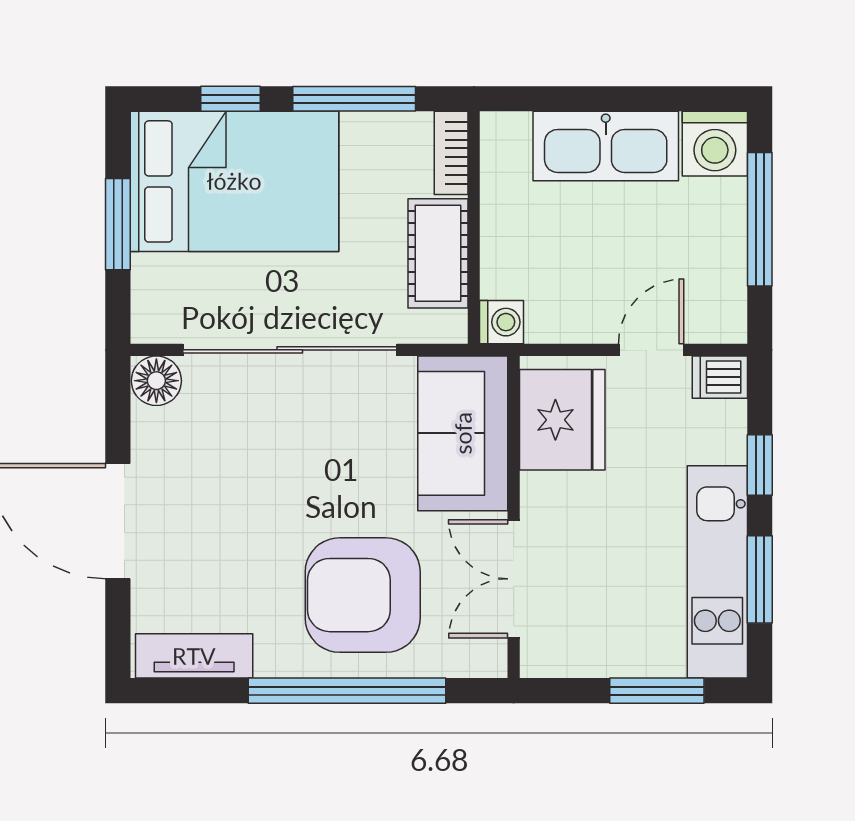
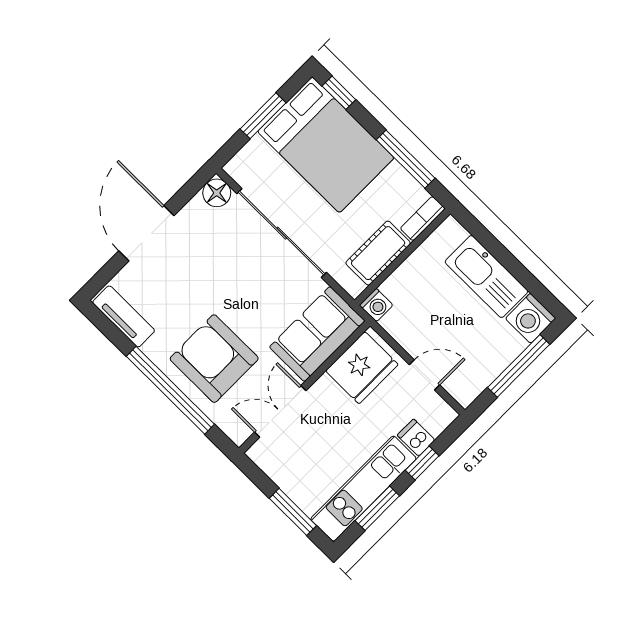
window: (231, 99) -> (339, 93), moved
dishwasher: (720, 377) -> (416, 438), moved

